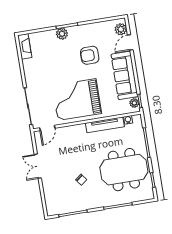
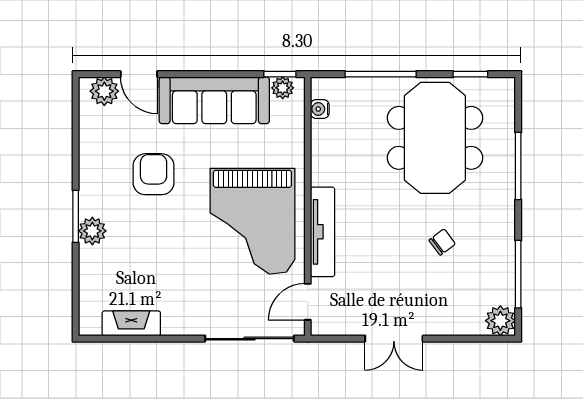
fireplace: (25, 46) -> (131, 323), moved
armchair: (90, 55) -> (154, 174), turned 180
tv unit: (105, 125) -> (323, 232), moved
door: (47, 128) -> (308, 302), swing flipped
plant: (52, 209) -> (500, 321), added

